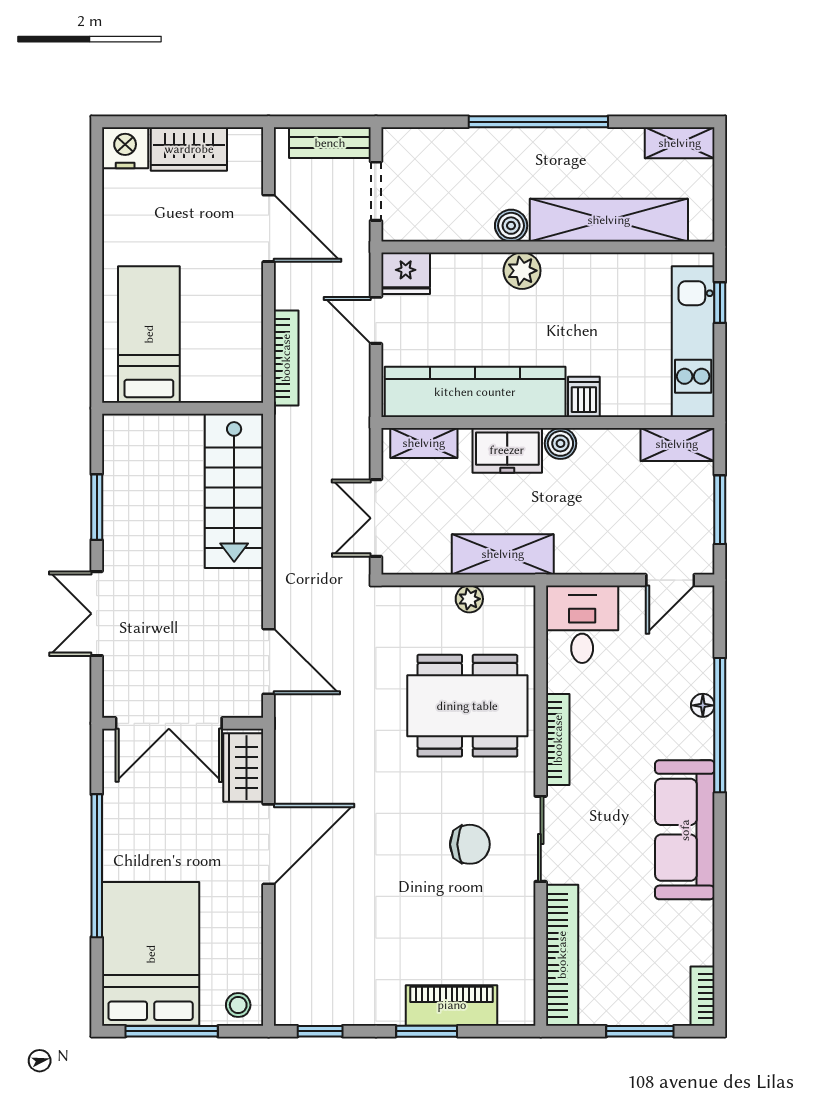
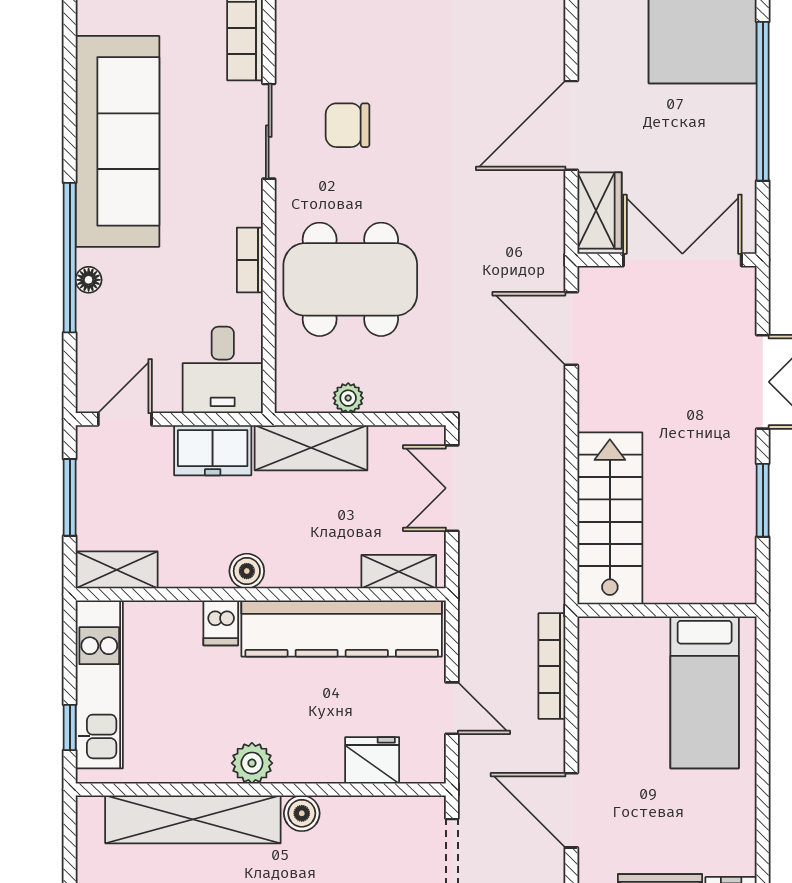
plant: (522, 271) -> (252, 763), moved
fridge: (406, 273) -> (372, 760), moved
freezer: (507, 450) -> (213, 450), moved, turned 180
double door: (376, 518) -> (452, 488), swing flipped
bookcase: (558, 739) -> (250, 260), width x0.64
sofa: (685, 830) -> (117, 141), width x1.36, depth x1.27

